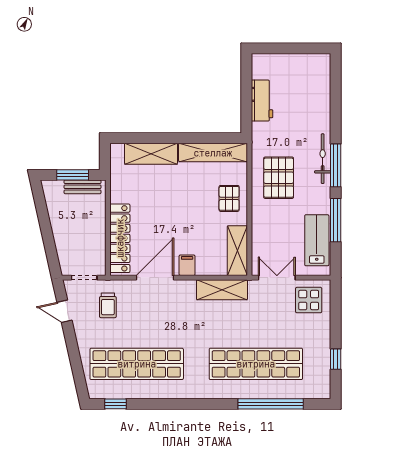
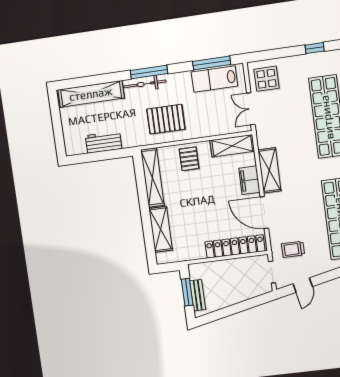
shelving: (320, 94) -> (91, 94), added
bench: (83, 187) -> (198, 295), moved
pallet: (229, 198) -> (189, 159), turned 90
window: (336, 220) -> (212, 63), moved
filing cabinet: (187, 265) -> (249, 180), width x2.00
shelving: (222, 290) -> (269, 170), moved
trolley: (108, 305) -> (293, 249), turned 180

